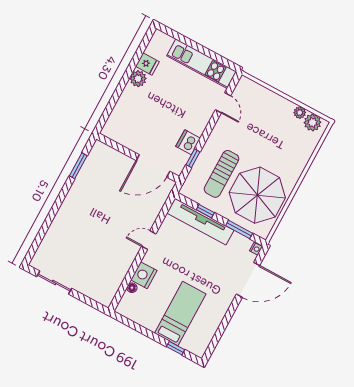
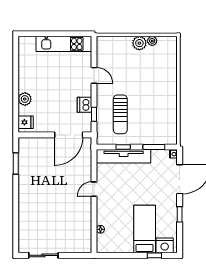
fridge: (147, 64) -> (26, 122), moved
plant: (138, 79) -> (25, 99), moved
door: (223, 103) -> (94, 75), moved
plant: (313, 122) -> (139, 43), moved
parasol: (257, 195) -> (154, 116), removed
nightstand: (144, 275) -> (165, 245), moved, turned -90
window: (227, 318) -> (180, 214), added

